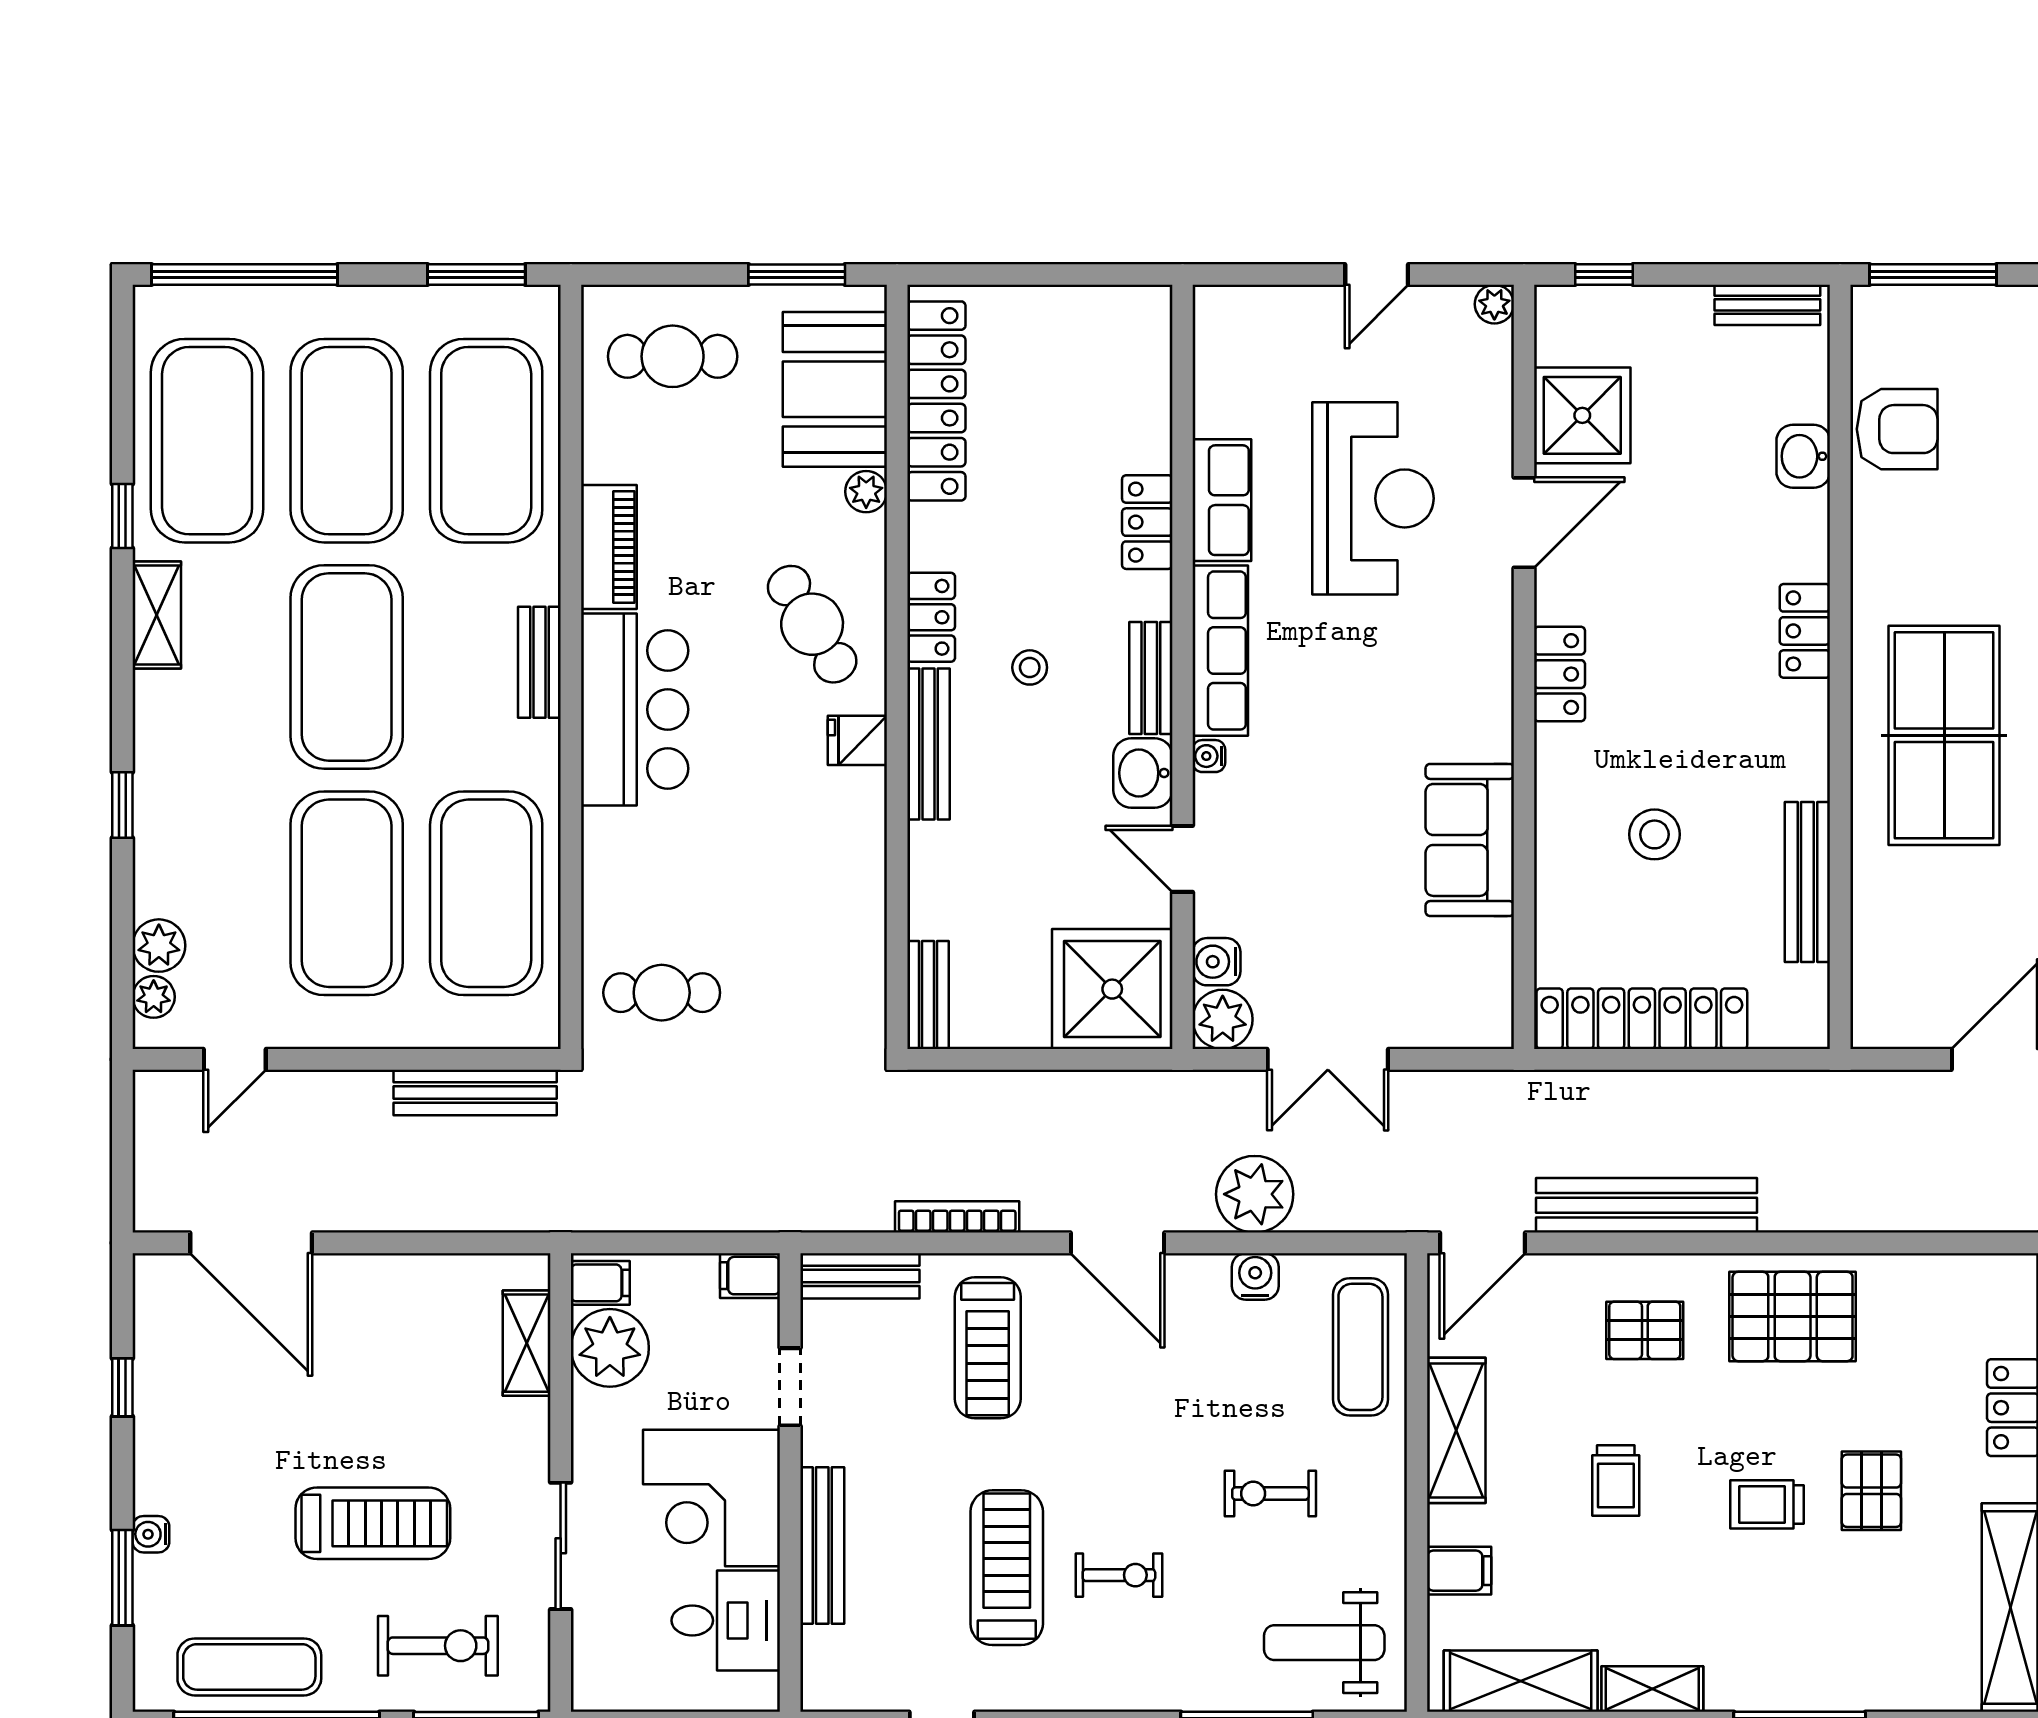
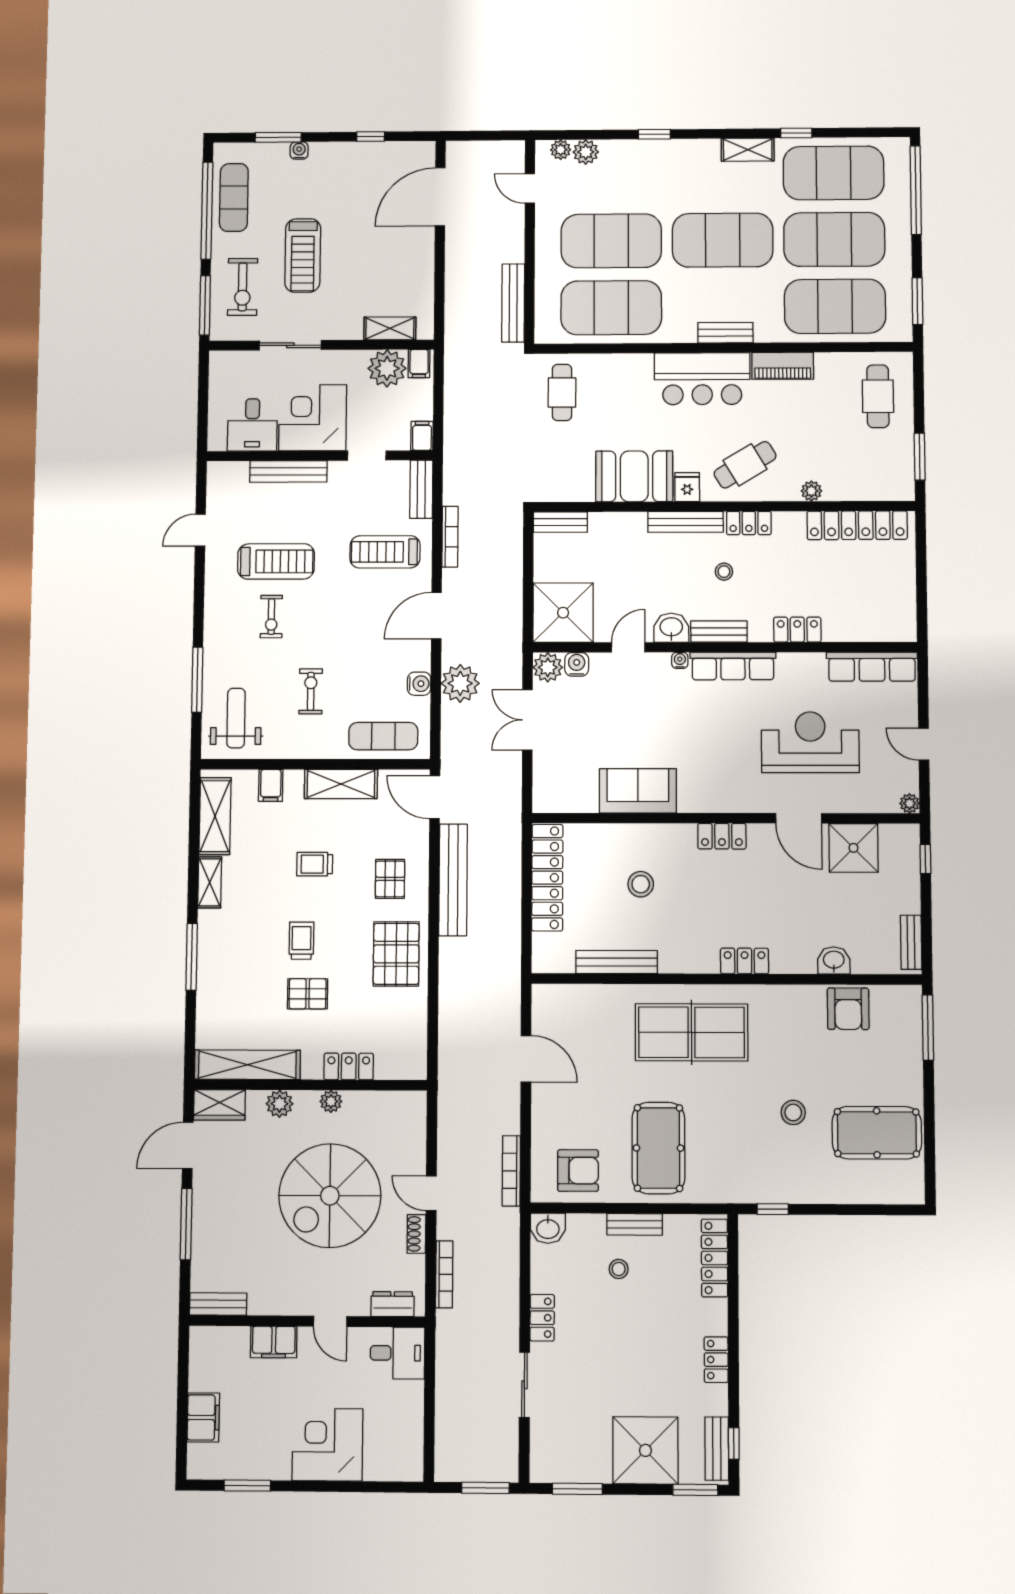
booth: (835, 389) -> (634, 476), moved
reception desk: (1373, 498) -> (810, 742), turned 180
row of seats: (1222, 500) -> (872, 667), moved, width x1.48

